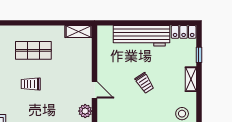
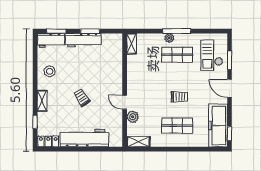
door: (95, 90) -> (125, 102), moved
plant: (85, 111) -> (133, 117), moved

